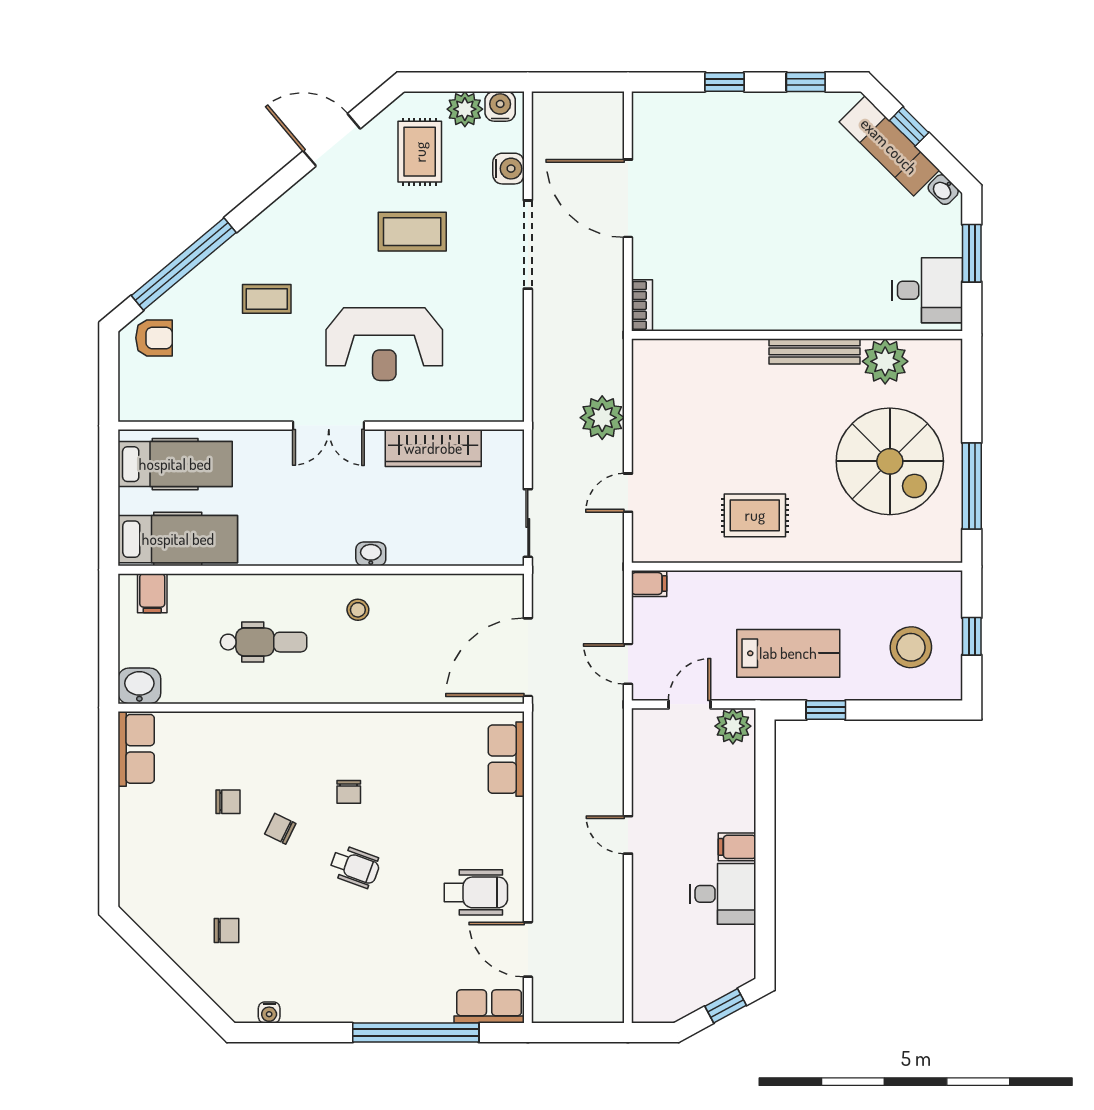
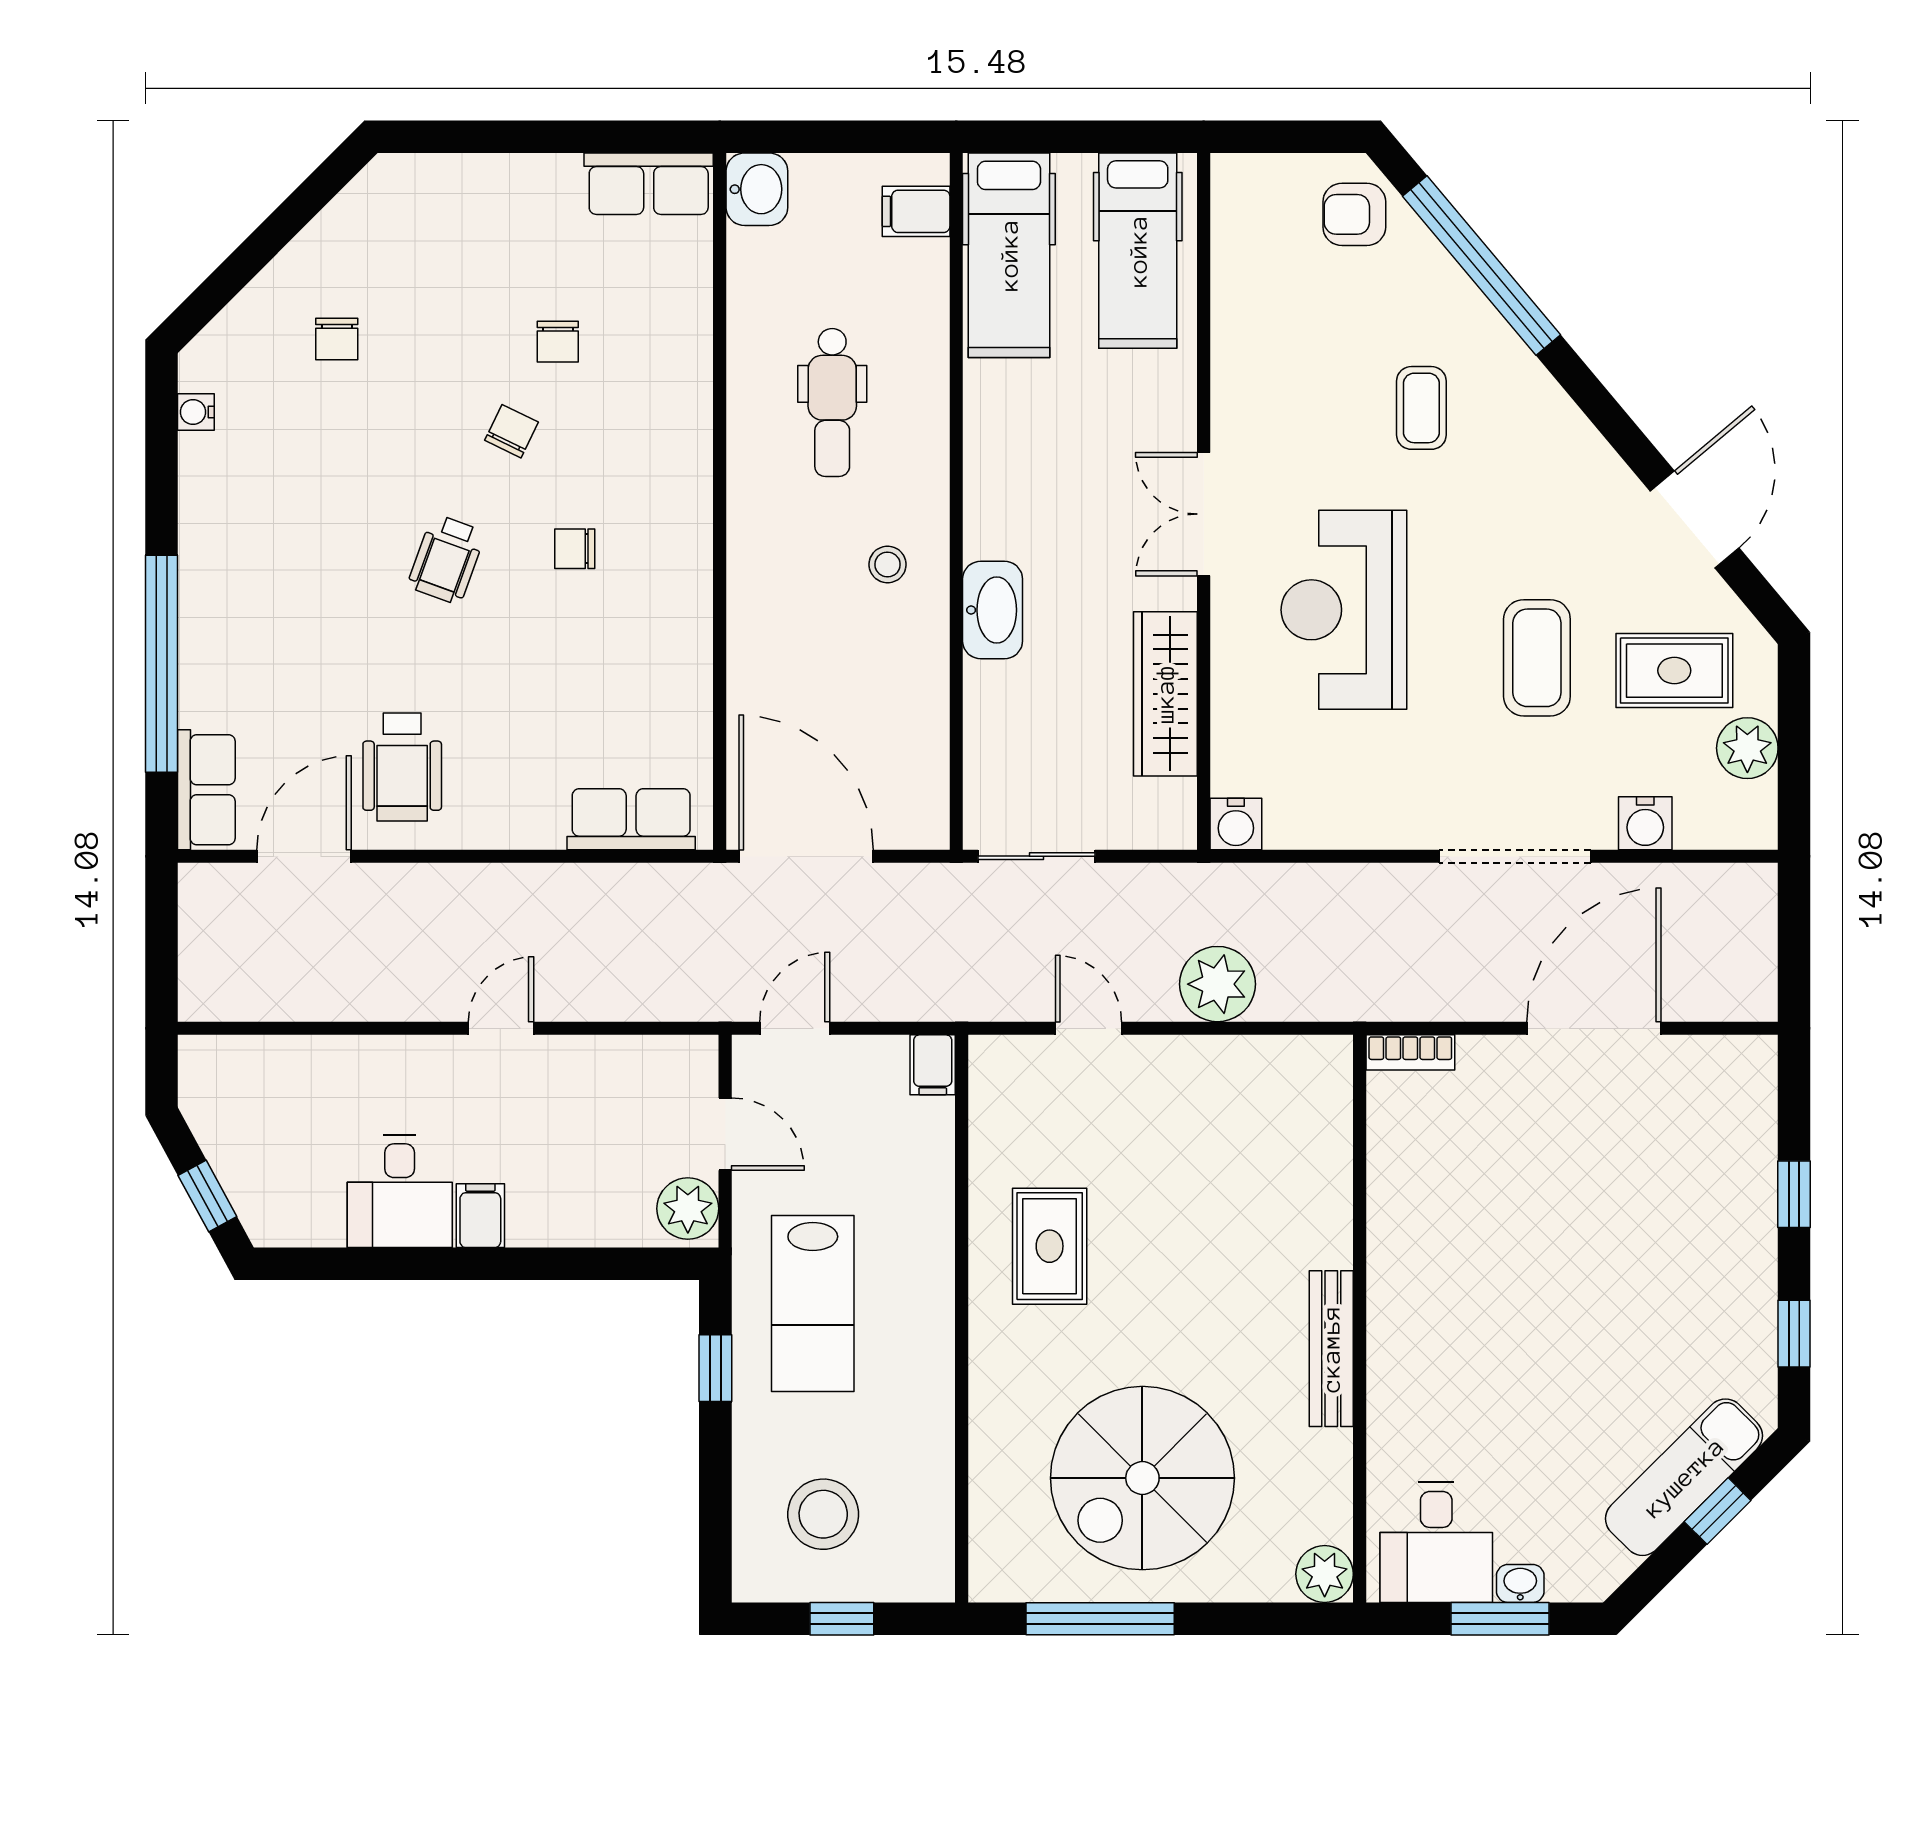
water cooler: (500, 106) -> (1236, 824), moved, turned 90
washbasin: (943, 190) -> (1520, 1583), moved, turned 45
armchair: (154, 338) -> (1354, 214), turned 90
plant: (885, 361) -> (1325, 1574), moved, width x0.73, depth x0.73
washbasin: (371, 554) -> (993, 610), width x1.91, depth x1.45

